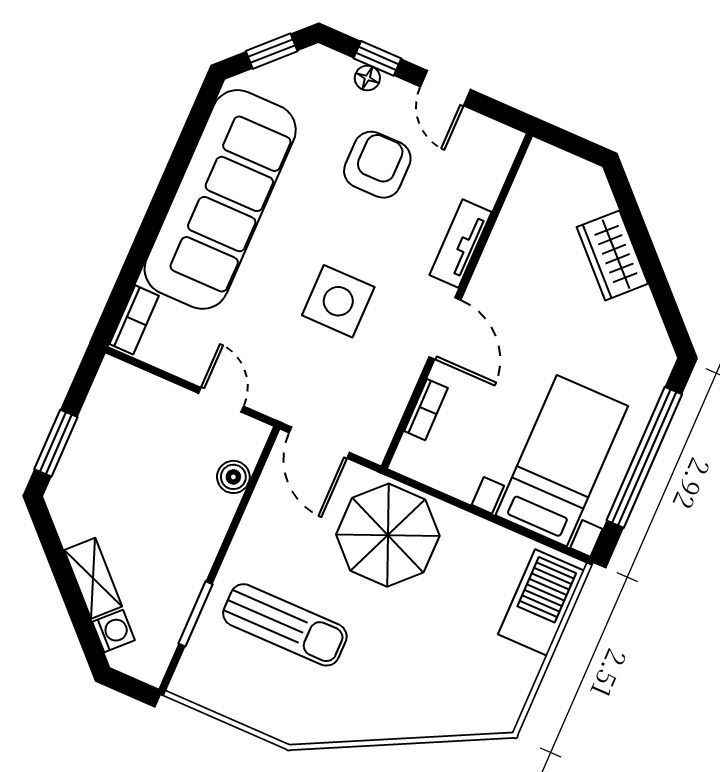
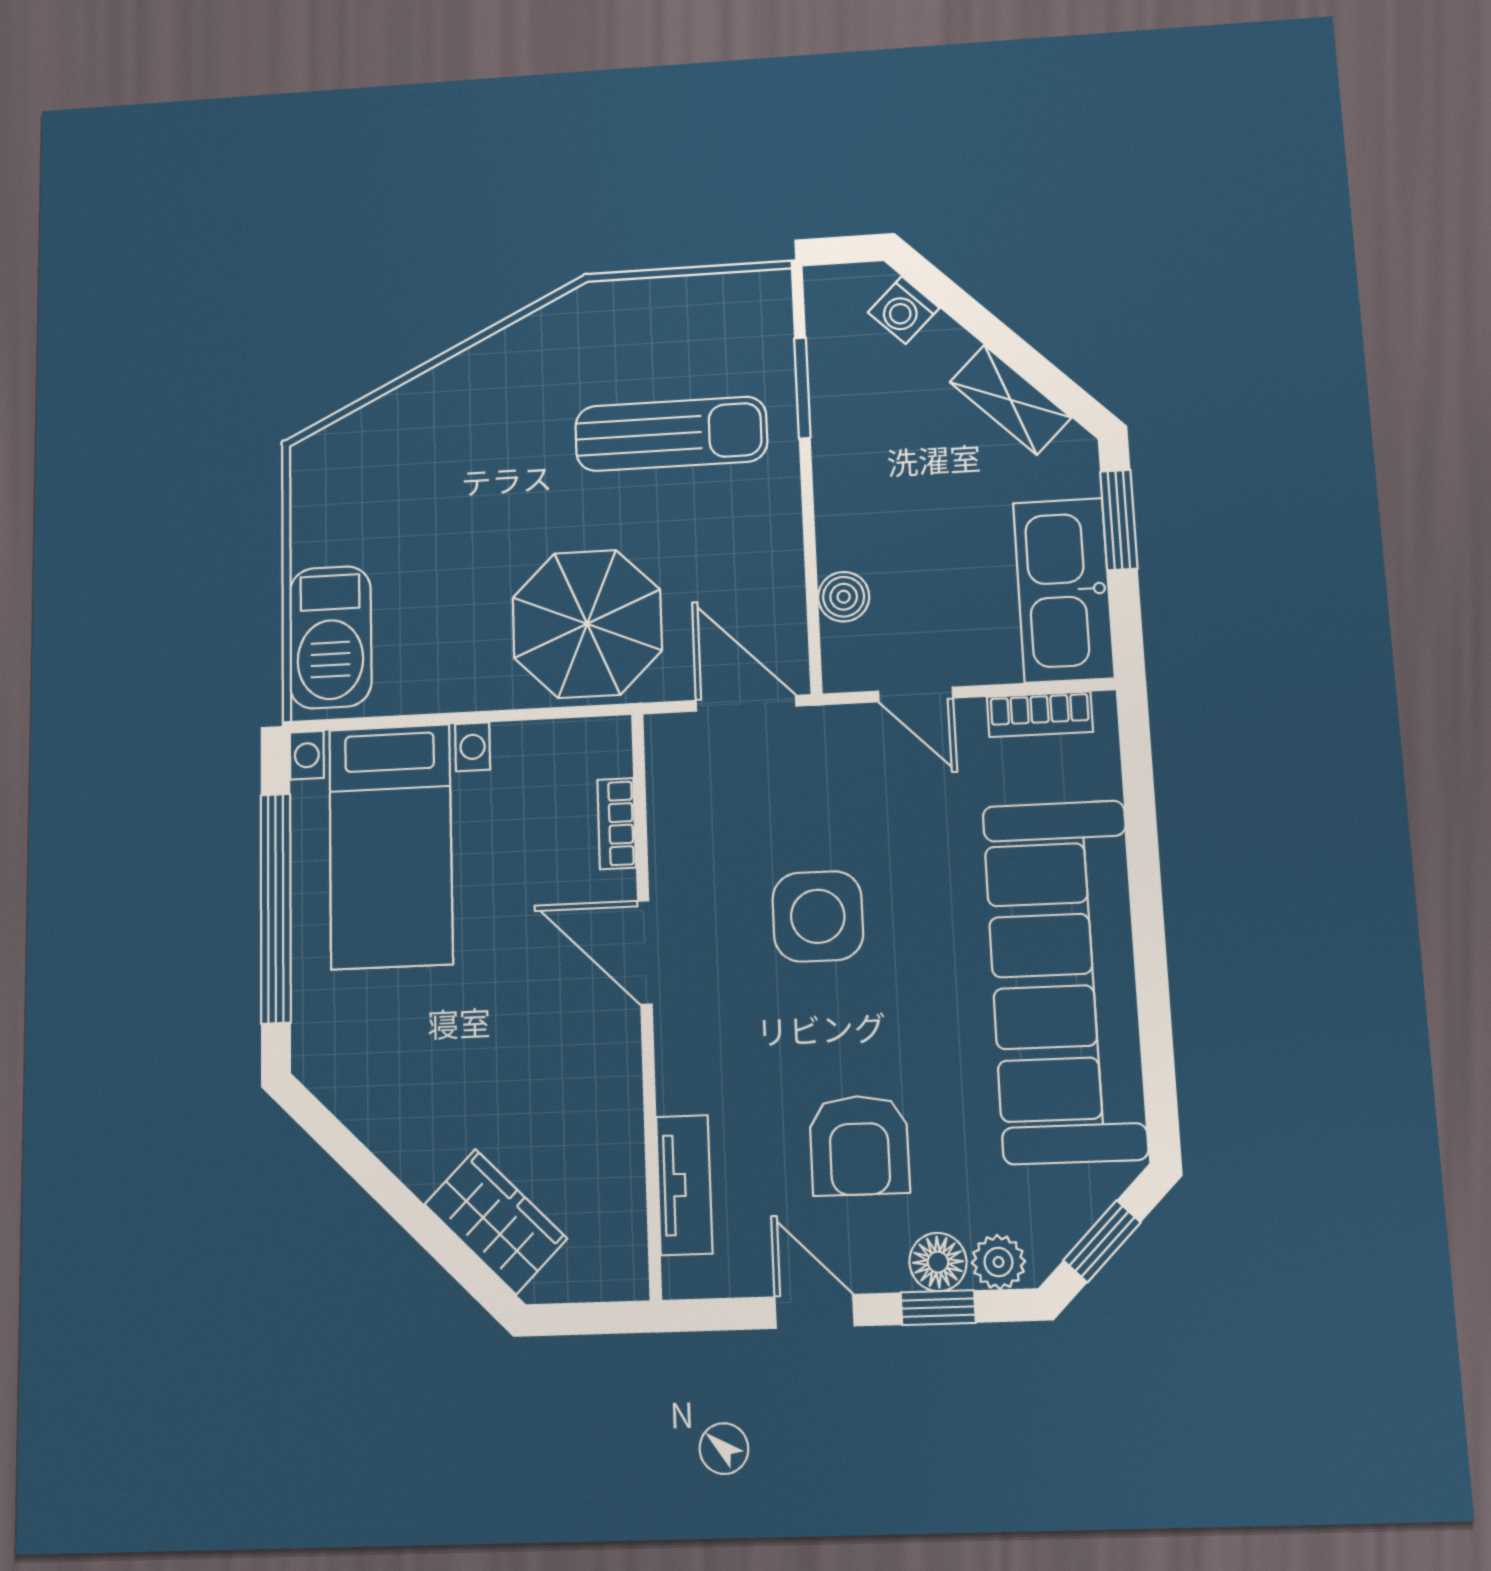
plant: (333, 67) -> (998, 1262), added
floor lamp: (367, 78) -> (938, 1262), width x1.37, depth x1.37
tv unit: (461, 243) -> (684, 1185), moved
wardrobe: (612, 255) -> (496, 1221), moved
bookcase: (134, 320) -> (1040, 714), moved, turned -90
kitchen sink: (108, 418) -> (1064, 590), added
shelving: (93, 578) -> (1010, 400), moved
sun lounger: (285, 625) -> (671, 434), turned 180

